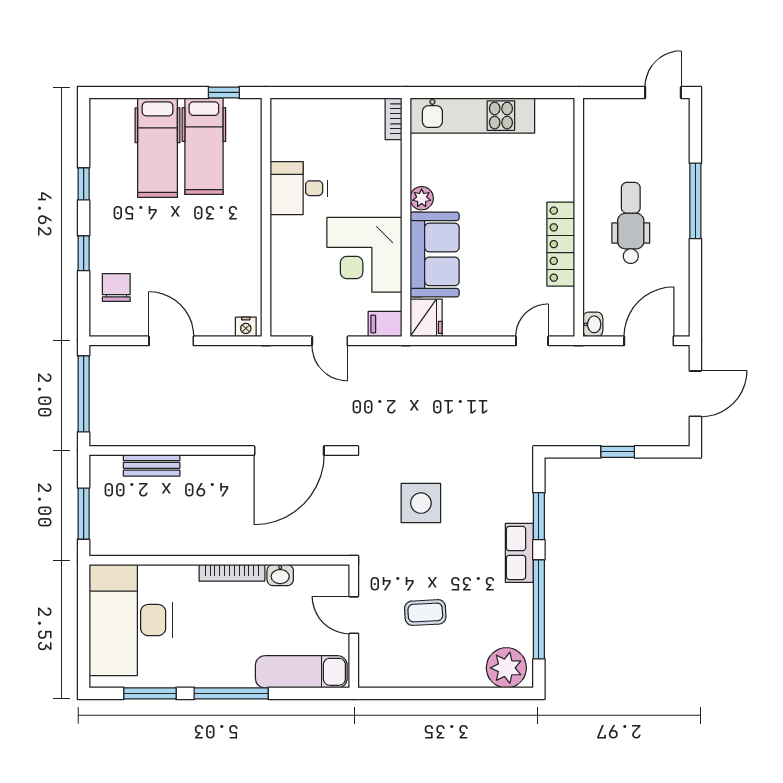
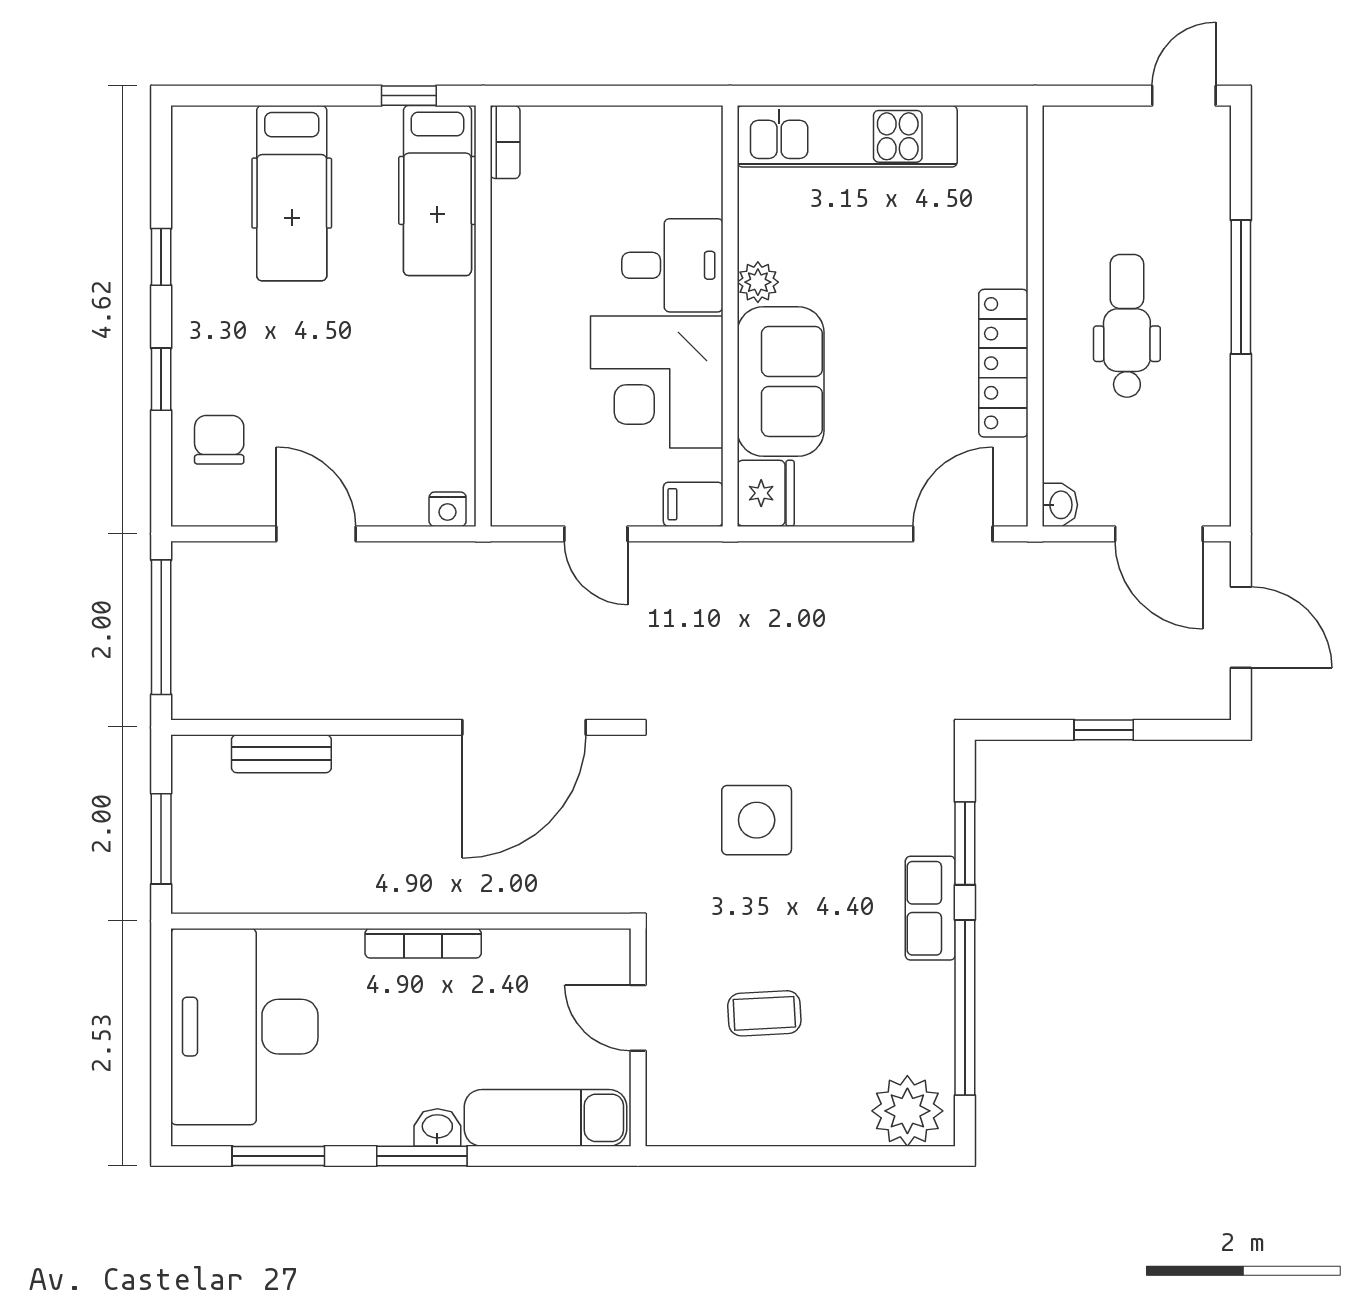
bookcase: (393, 119) -> (505, 142), moved, turned 180
hospital bed: (204, 146) -> (437, 190), moved
desk: (299, 188) -> (672, 265), moved, turned 180
door: (532, 341) -> (953, 534), width x1.38
door: (649, 341) -> (1159, 534), swing flipped
door: (695, 394) -> (1241, 627), hinge flipped
washbasin: (280, 575) -> (437, 1127), moved, turned 180
window: (231, 693) -> (422, 1156), width x0.69

